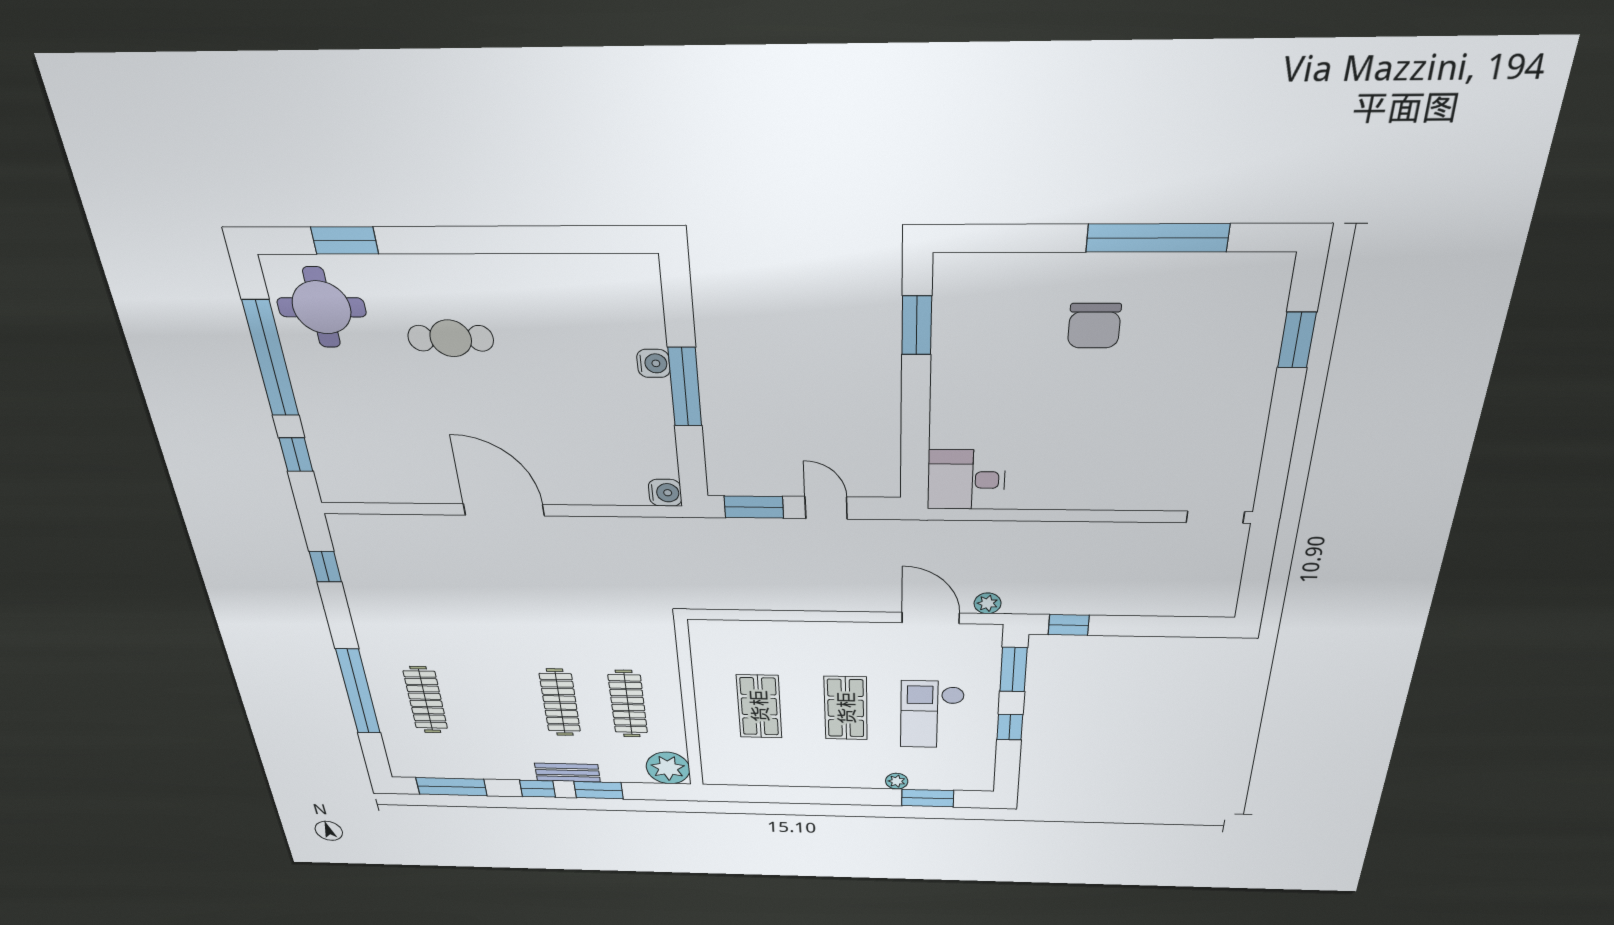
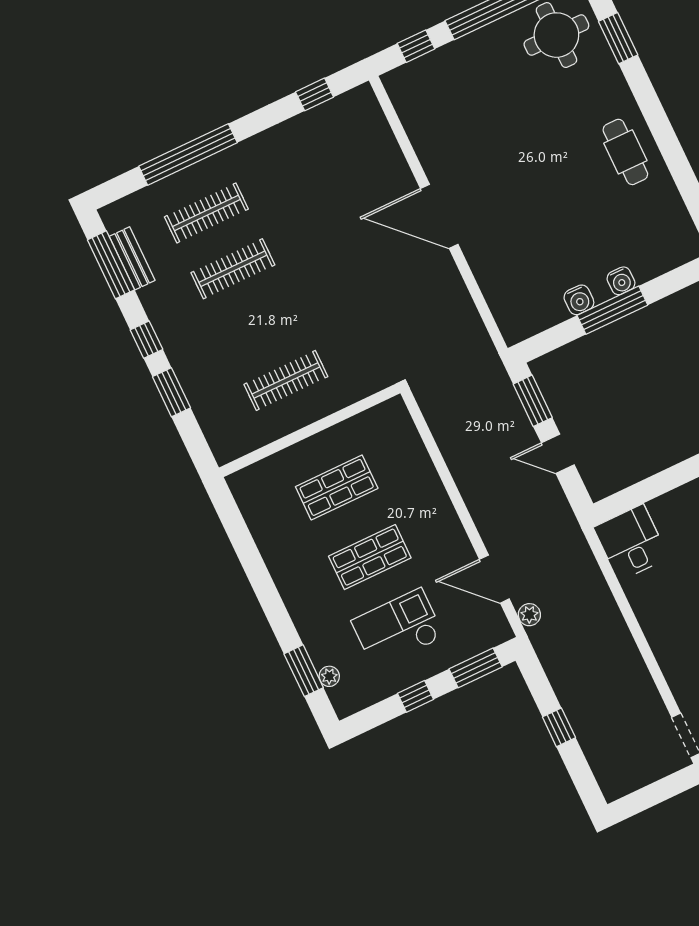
cafe table: (451, 338) -> (625, 152), moved
water cooler: (665, 493) -> (579, 300), moved
door: (826, 508) -> (558, 454), swing flipped
door: (504, 510) -> (439, 216), swing flipped
door: (931, 618) -> (494, 579), swing flipped
window: (1069, 625) -> (559, 727), moved
clothes rail: (560, 703) -> (233, 269), moved
plant: (668, 768) -> (229, 441), removed
bench: (567, 773) -> (132, 258), moved
plant: (897, 781) -> (329, 676), moved

